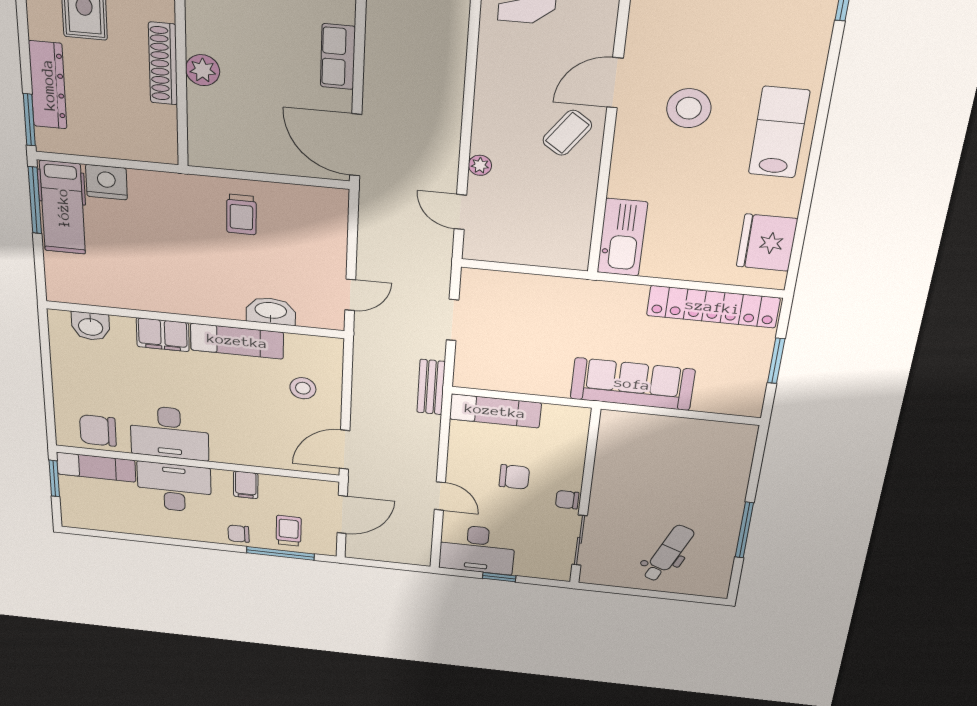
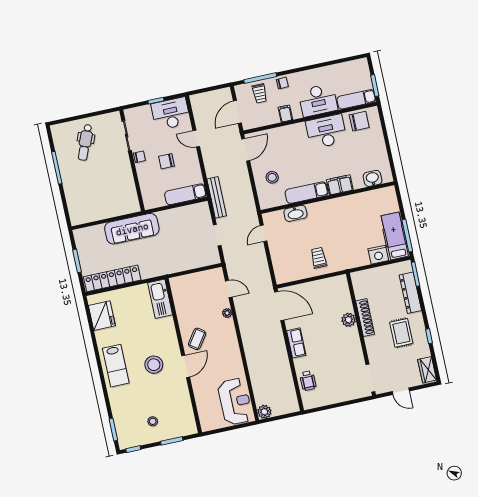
bench: (431, 387) -> (217, 197), width x1.36

